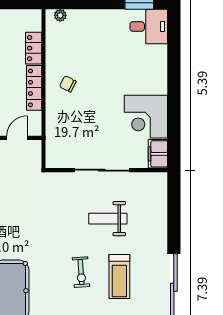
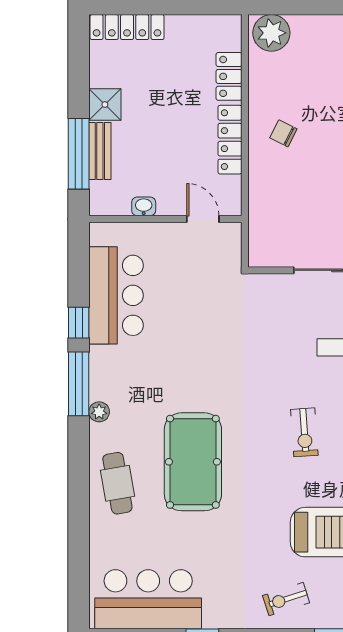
plant: (60, 15) -> (271, 33), width x1.88, depth x1.88
door: (17, 138) -> (203, 219), hinge flipped

